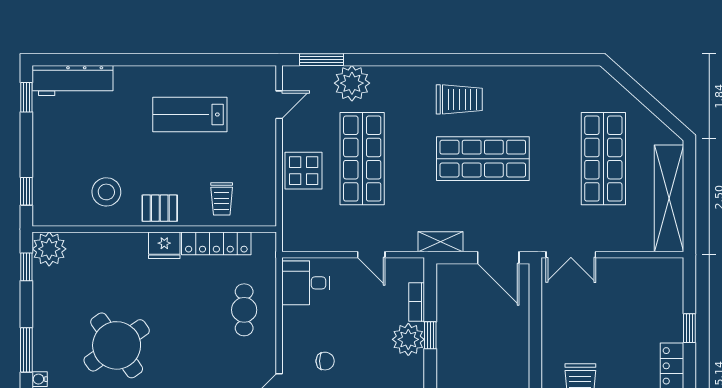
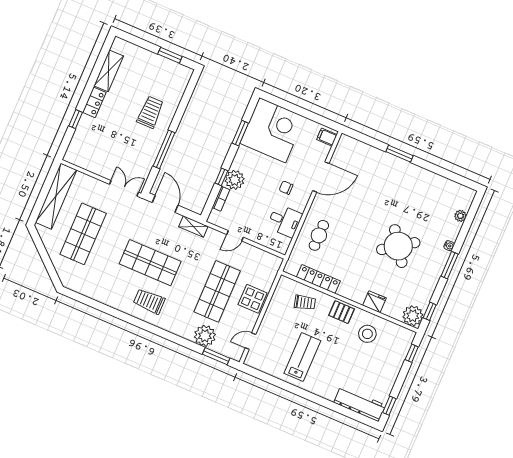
lab bench: (190, 114) -> (302, 357), turned -90
trolley: (222, 199) -> (305, 302), turned 75
fridge: (164, 245) -> (374, 302), moved
door: (371, 255) -> (235, 236), swing flipped
desk: (306, 283) -> (285, 221), moved
window: (535, 340) -> (164, 149), added

